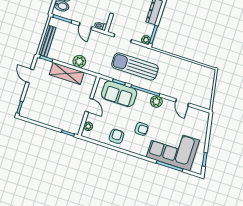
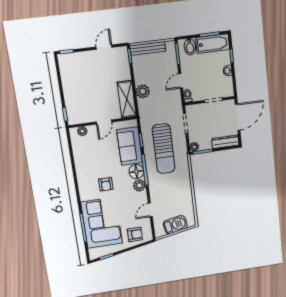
sun lounger: (135, 66) -> (164, 149), turned 180
shelving: (67, 73) -> (127, 99), moved
barbecue: (206, 87) -> (175, 225), added
floor lamp: (143, 98) -> (136, 172), added
armchair: (116, 136) -> (135, 234), moved

